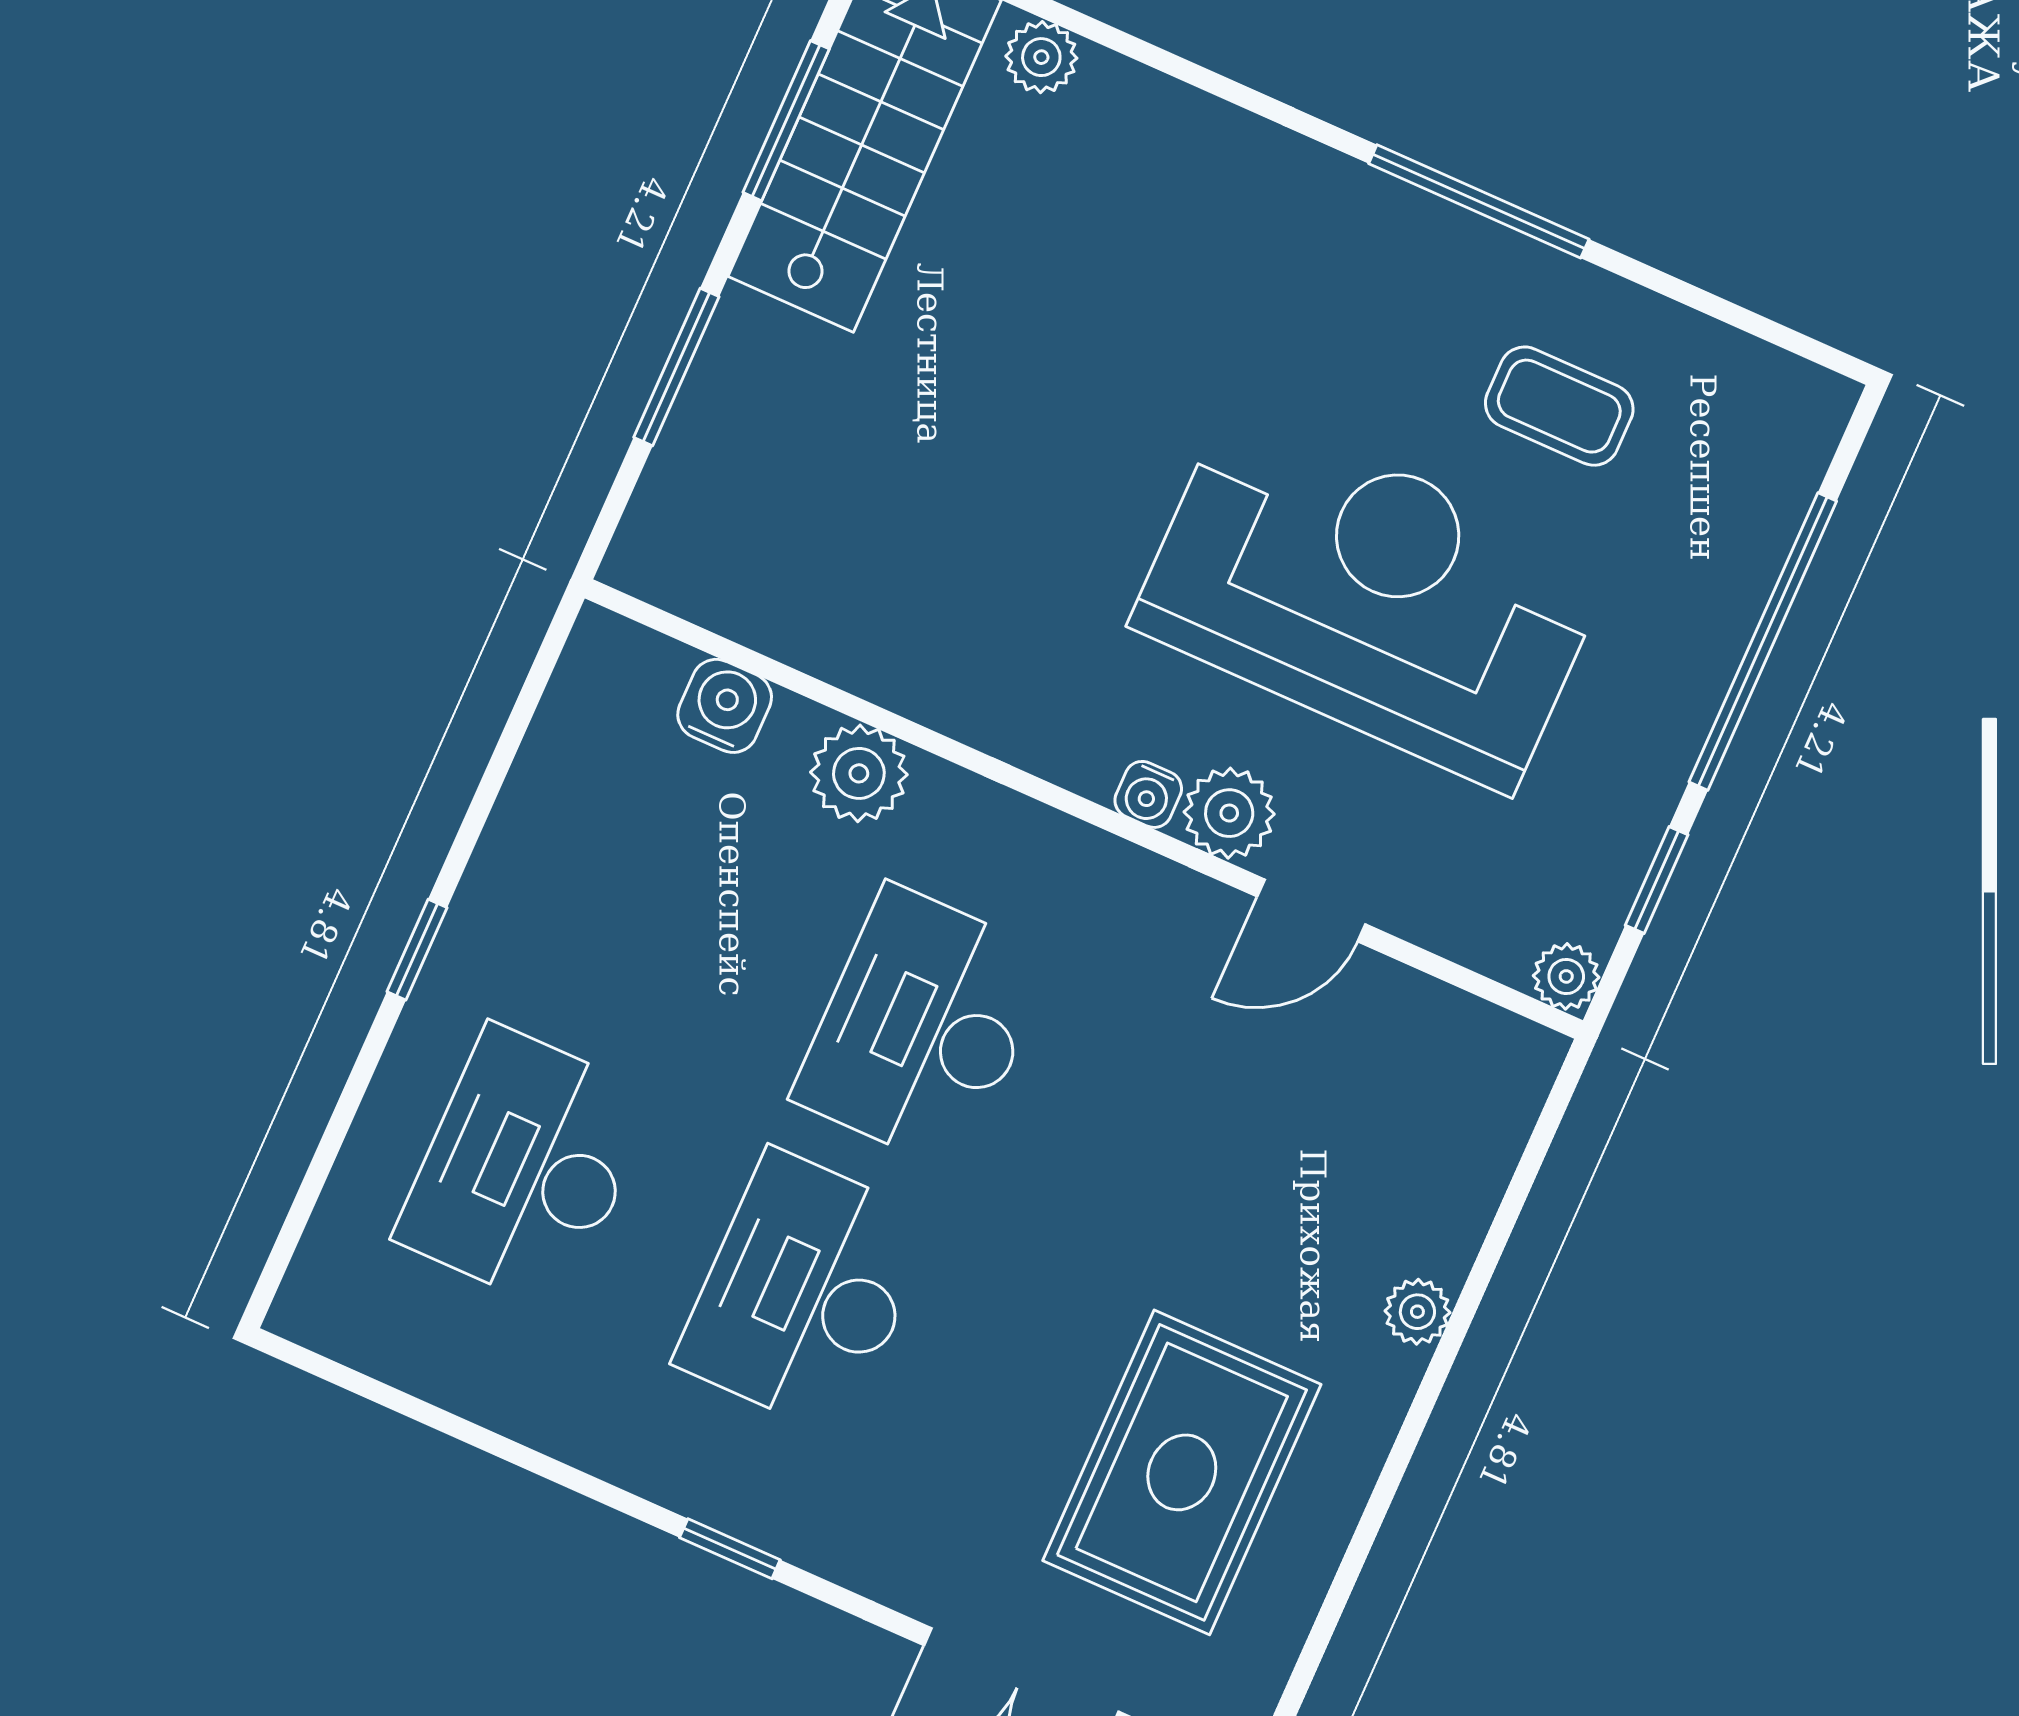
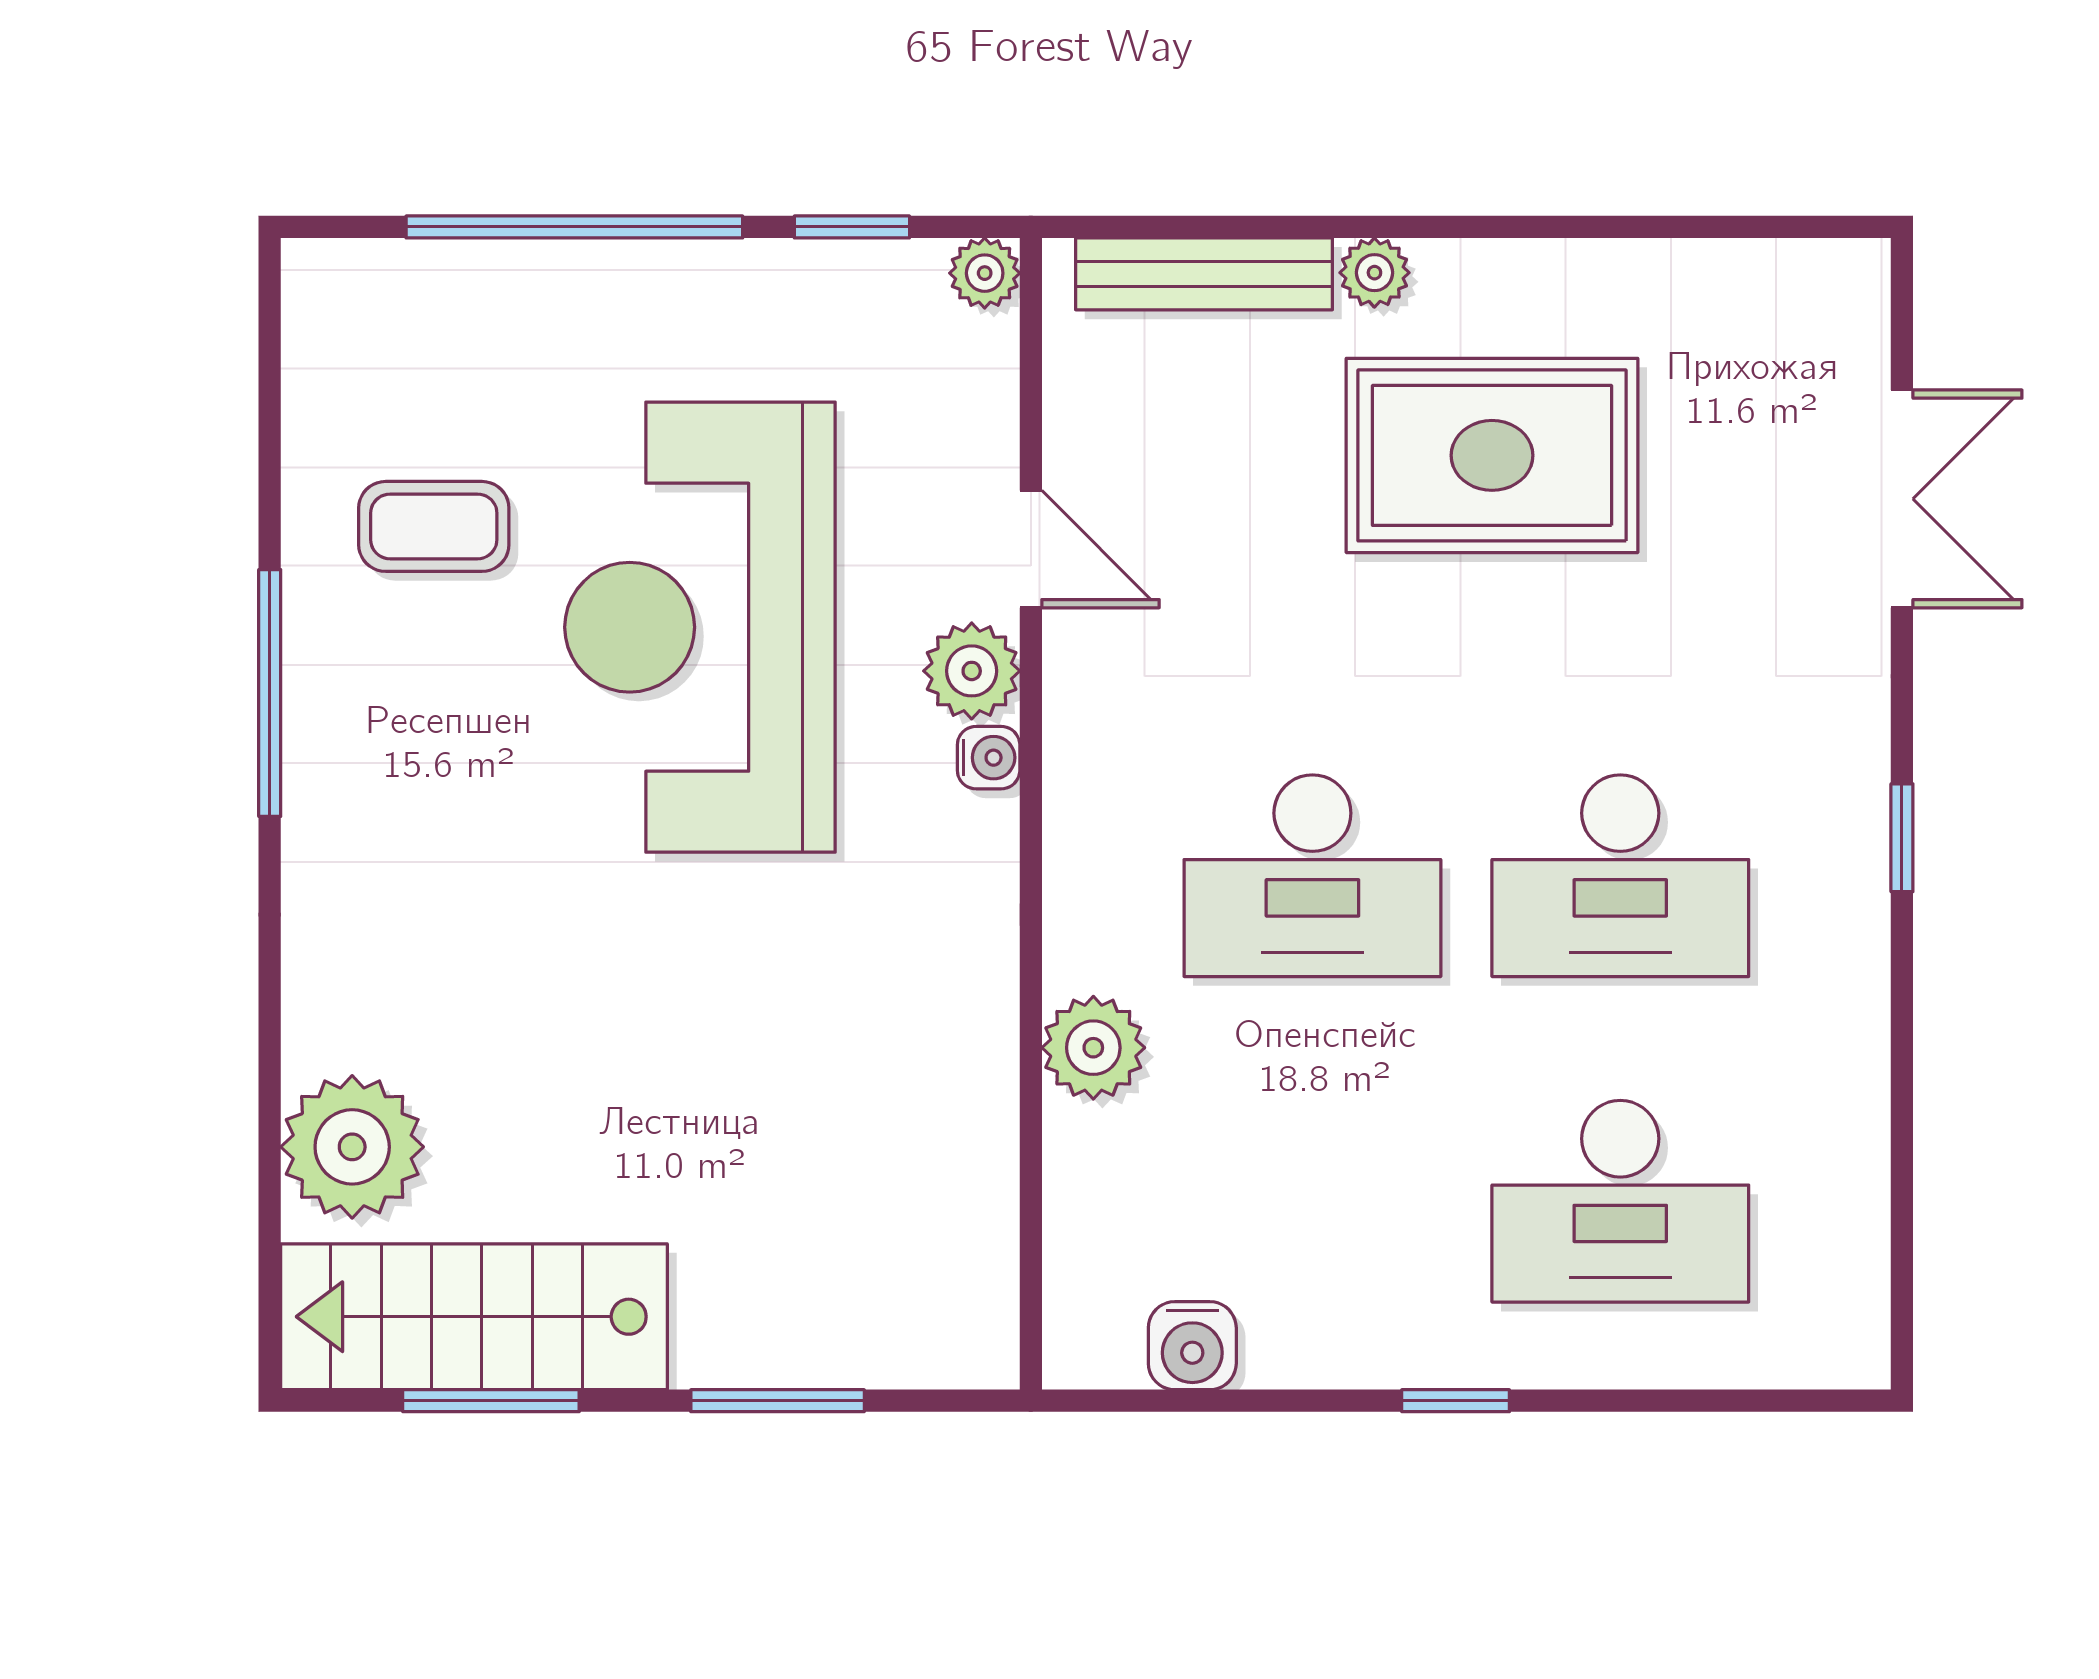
plant: (1041, 57) -> (352, 1147), width x1.88, depth x1.88
coffee table: (1559, 406) -> (434, 526), turned 90
water cooler: (725, 706) -> (1192, 1346), moved, turned -90
bench: (1482, 1165) -> (1204, 274), added
rug: (1182, 1472) -> (1492, 455), moved

